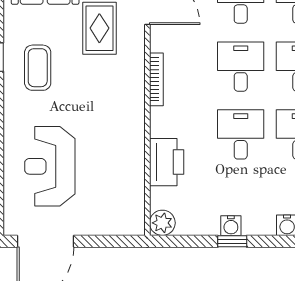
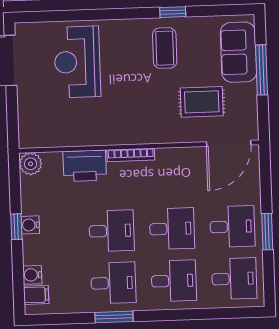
coffee table: (38, 68) -> (165, 48), turned 90
bookcase: (156, 79) -> (131, 155), moved
reception desk: (50, 166) -> (77, 62), turned -90

